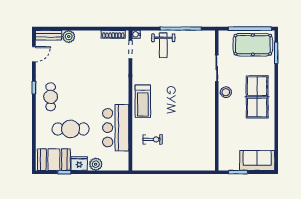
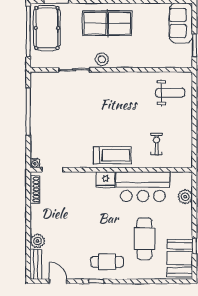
weight bench: (163, 45) -> (170, 93), moved
fridge: (79, 164) -> (105, 180), moved, turned -90
plant: (96, 164) -> (185, 197), moved

